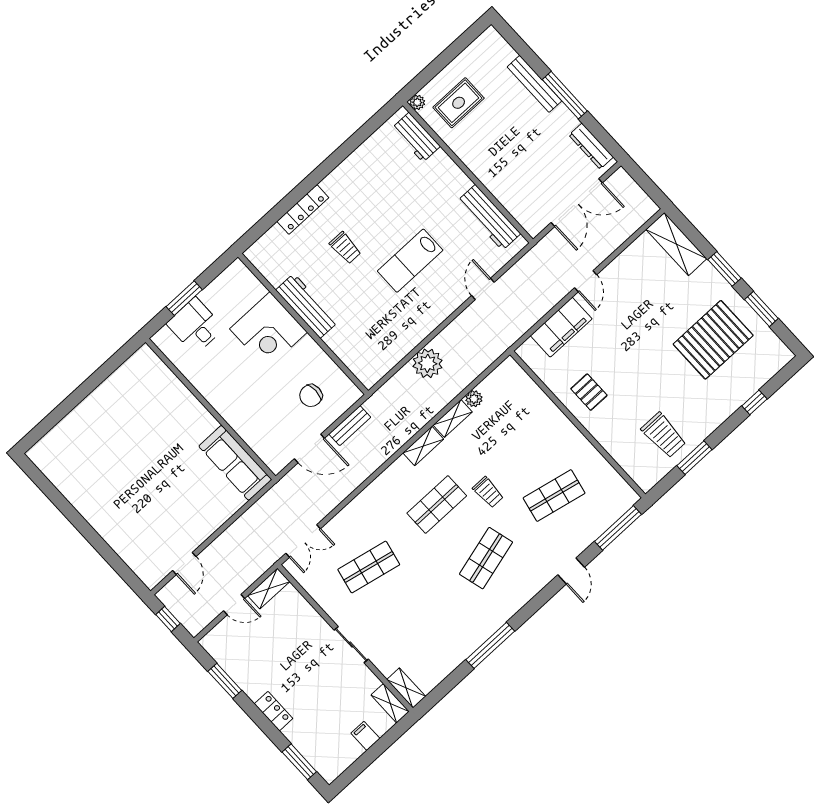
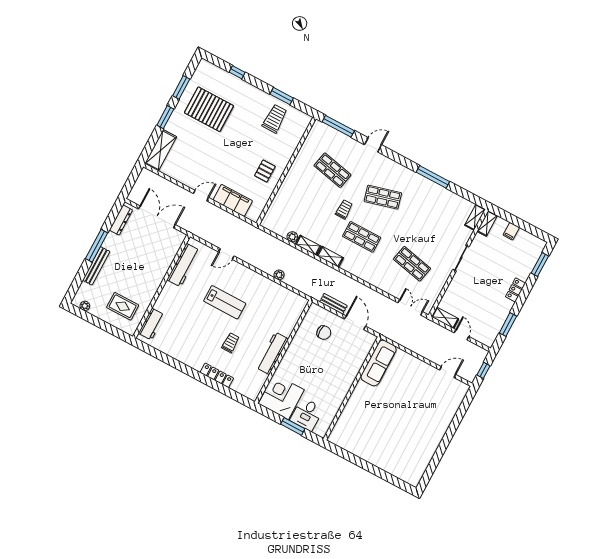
plant: (417, 102) -> (85, 306), moved
corner desk: (269, 331) -> (281, 397), moved, turned -90
plant: (428, 363) -> (279, 275), width x0.53, depth x0.53

